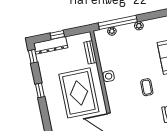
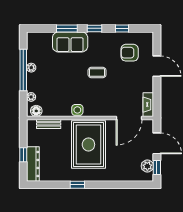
window: (118, 22) -> (23, 70), moved
floor lamp: (100, 39) -> (36, 111), added
window: (33, 56) -> (41, 185), removed
rug: (79, 93) -> (88, 145), turned 90

